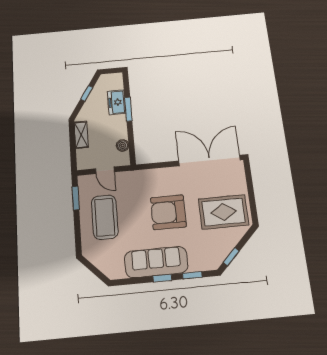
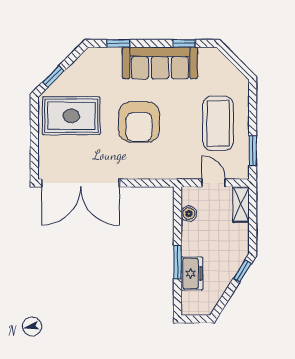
window: (87, 93) -> (242, 271), moved
shelving: (81, 135) -> (241, 204), moved
armchair: (168, 212) -> (139, 122), turned 90
window: (231, 257) -> (53, 77), moved
window: (162, 278) -> (184, 43), moved

